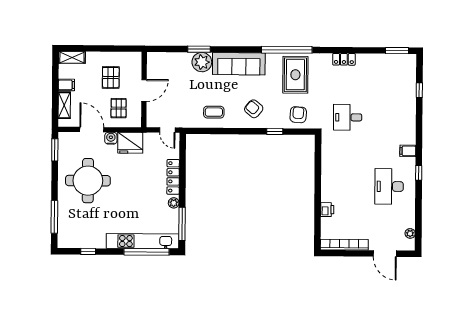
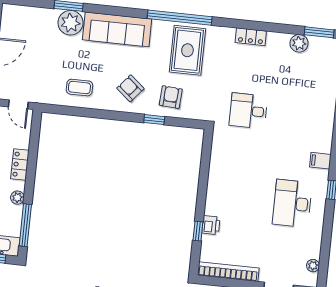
plant: (382, 61) -> (299, 43), added
armchair: (298, 115) -> (171, 97), moved
locker: (173, 177) -> (20, 165), width x0.66
window: (318, 215) -> (198, 231), added

